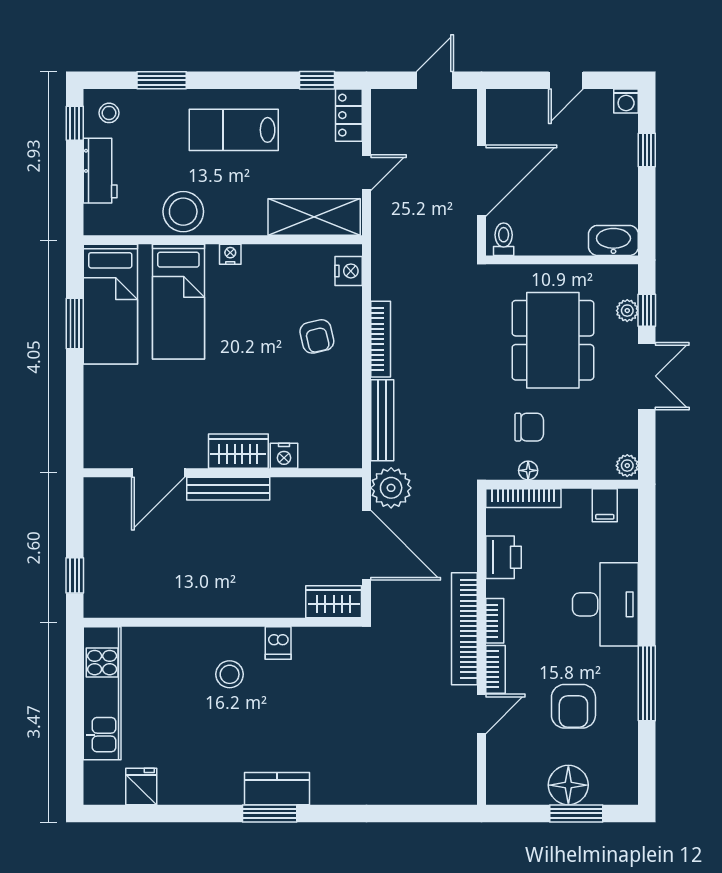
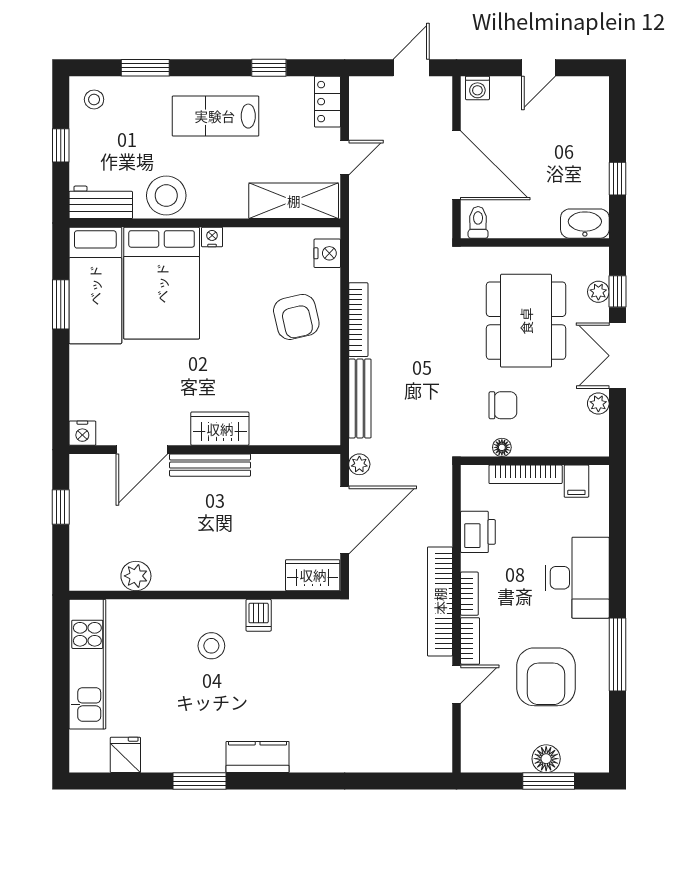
window: (317, 80) -> (269, 68), moved
washing machine: (626, 101) -> (477, 88), moved
window: (75, 123) -> (61, 145), moved
window: (647, 150) -> (617, 179), moved
workbench: (100, 171) -> (101, 202), moved, turned -90
door: (482, 181) -> (457, 165), hinge flipped
bed: (178, 302) -> (162, 283), width x1.50
armchair: (317, 336) -> (296, 317), width x1.38, depth x1.38
double door: (647, 376) -> (617, 356), swing flipped
nightstand: (284, 456) -> (82, 433), moved
plant: (627, 466) -> (598, 404), moved
plant: (391, 488) -> (359, 464), width x0.53, depth x0.53
bookcase: (523, 498) -> (526, 474), moved
door: (367, 545) -> (345, 520), hinge flipped
window: (75, 575) -> (61, 507), moved
plant: (152, 603) -> (136, 576), added
armchair: (573, 706) -> (546, 677), width x1.36, depth x1.36
floor lamp: (568, 785) -> (546, 759), width x0.73, depth x0.73
window: (270, 813) -> (200, 781), moved

